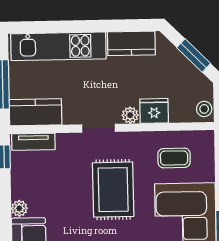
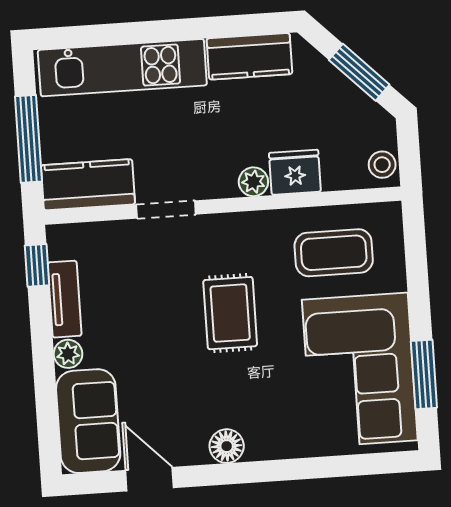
doorway: (98, 128) -> (166, 209), moved
tv unit: (33, 142) -> (65, 299), moved, turned -90
coffee table: (174, 158) -> (334, 253), width x1.36, depth x1.30
rug: (113, 190) -> (230, 313), width x0.73, depth x0.70

